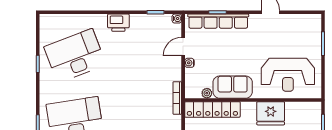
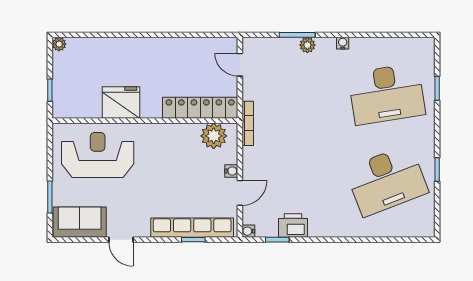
printer: (118, 23) -> (293, 226), moved
sofa: (233, 87) -> (80, 222), moved, turned 180
plant: (207, 93) -> (214, 136), width x1.87, depth x1.87

